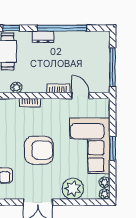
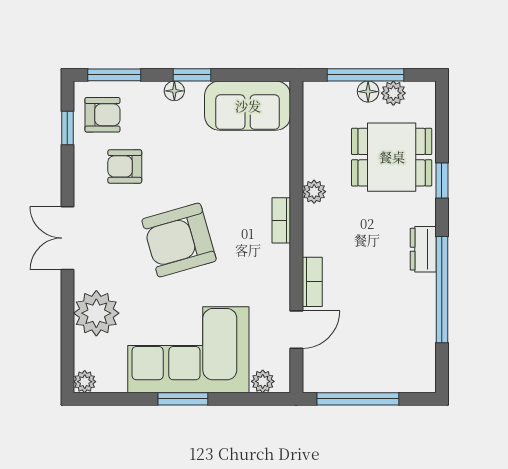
armchair: (39, 150) -> (179, 240), turned 74
plant: (104, 182) -> (263, 381), moved

